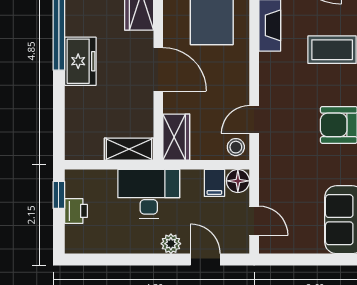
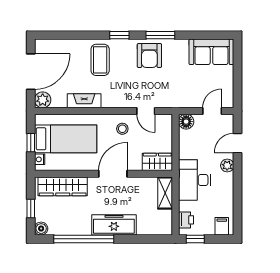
freezer: (80, 61) -> (114, 225), width x1.40
stool: (236, 147) -> (122, 129), moved
filing cabinet: (214, 183) -> (222, 226), moved, turned -90
printer: (76, 211) -> (186, 220), moved, turned 90

